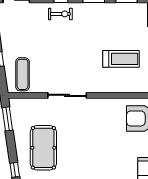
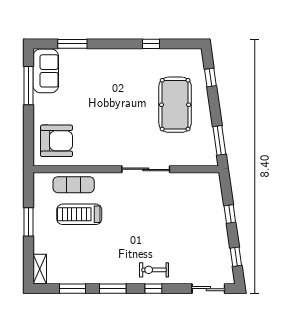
exercise mat: (22, 74) -> (74, 185), moved, turned 90

